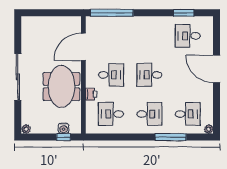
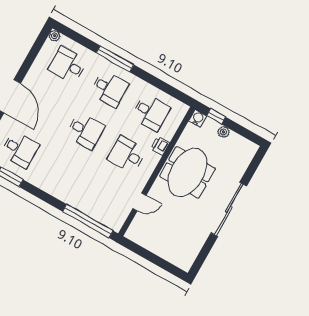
door: (83, 47) -> (139, 202), width x0.53
desk: (149, 114) -> (109, 89), turned 180
water cooler: (64, 128) -> (198, 118), moved
plant: (26, 129) -> (223, 132), moved
window: (171, 137) -> (115, 59), moved

